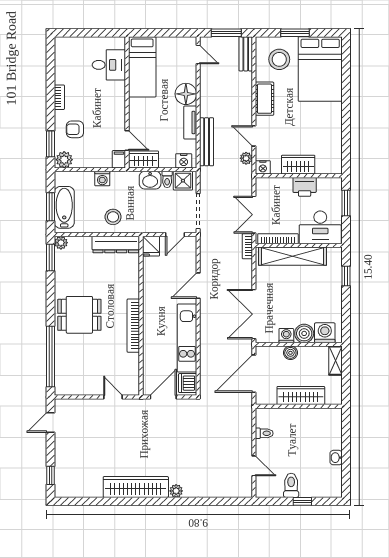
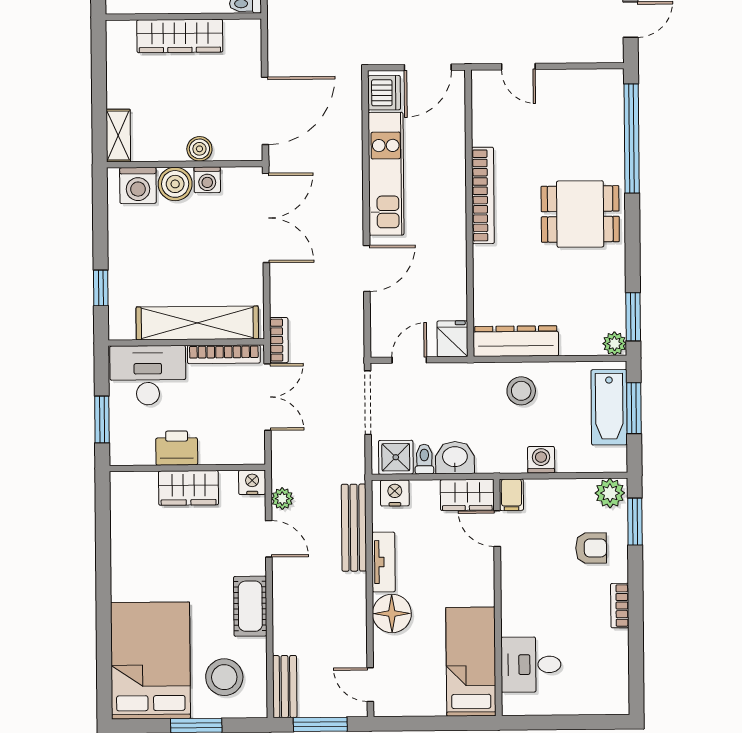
wardrobe: (301, 396) -> (180, 36), moved
wall: (299, 406) -> (183, 17), moved

